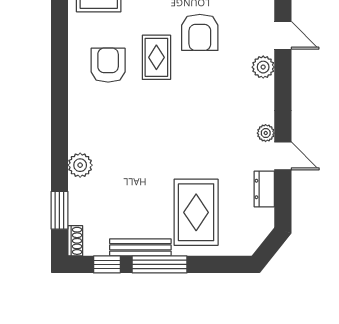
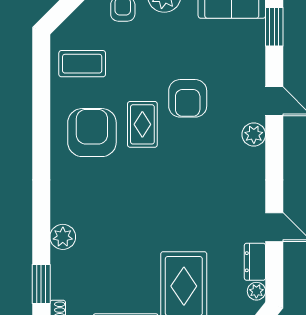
armchair: (108, 65) -> (92, 133), width x1.36, depth x1.36
plant: (266, 133) -> (256, 291), moved

